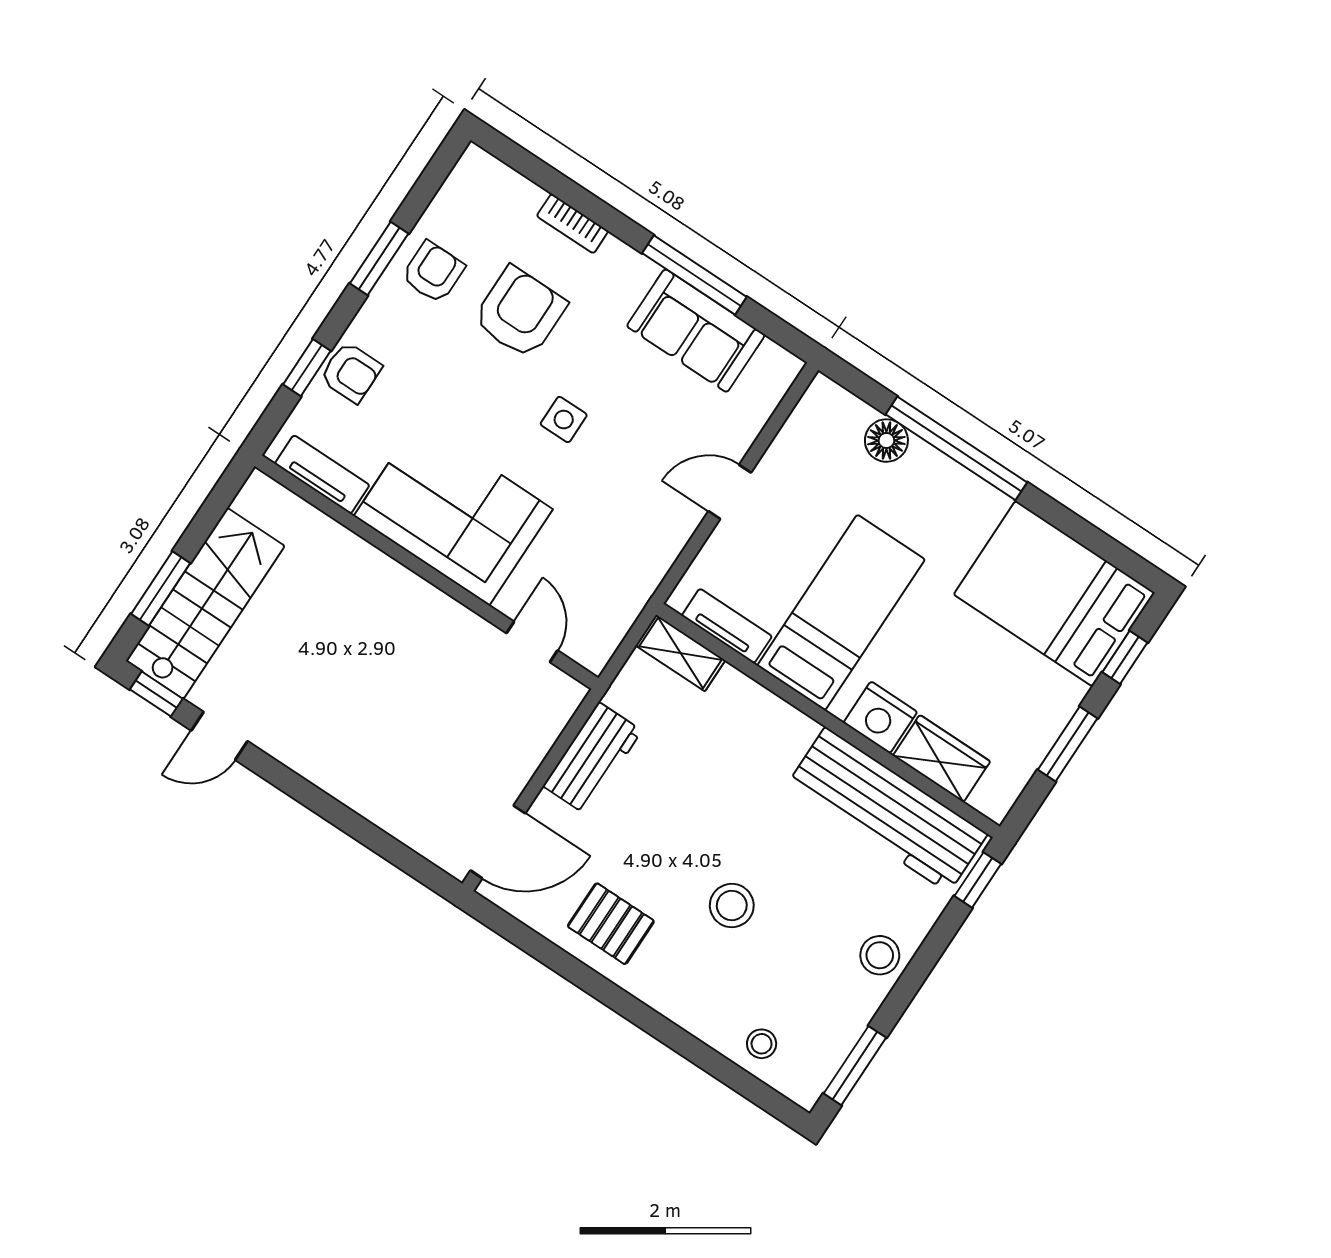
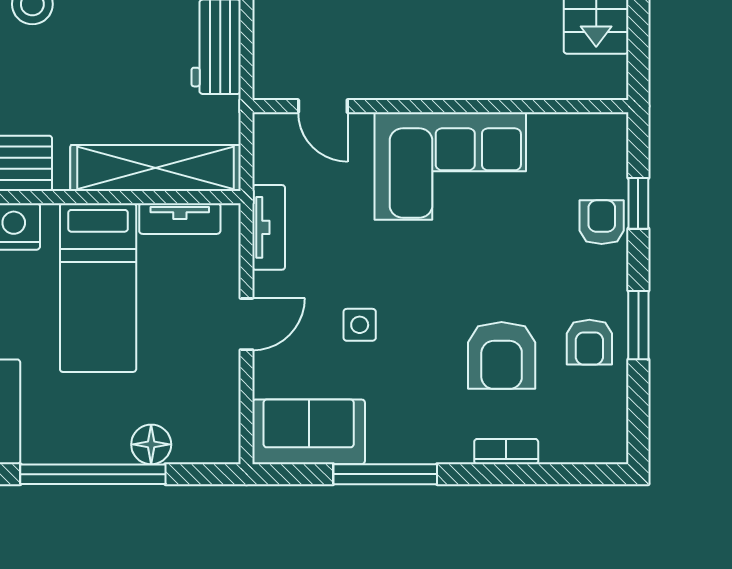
sofa: (696, 331) -> (309, 432), moved
armchair: (351, 372) -> (602, 222), turned 90
side table: (564, 420) -> (360, 325), moved
tv unit: (322, 474) -> (269, 227), moved, turned -90
shelving: (680, 653) -> (155, 168), width x2.20, depth x1.33

